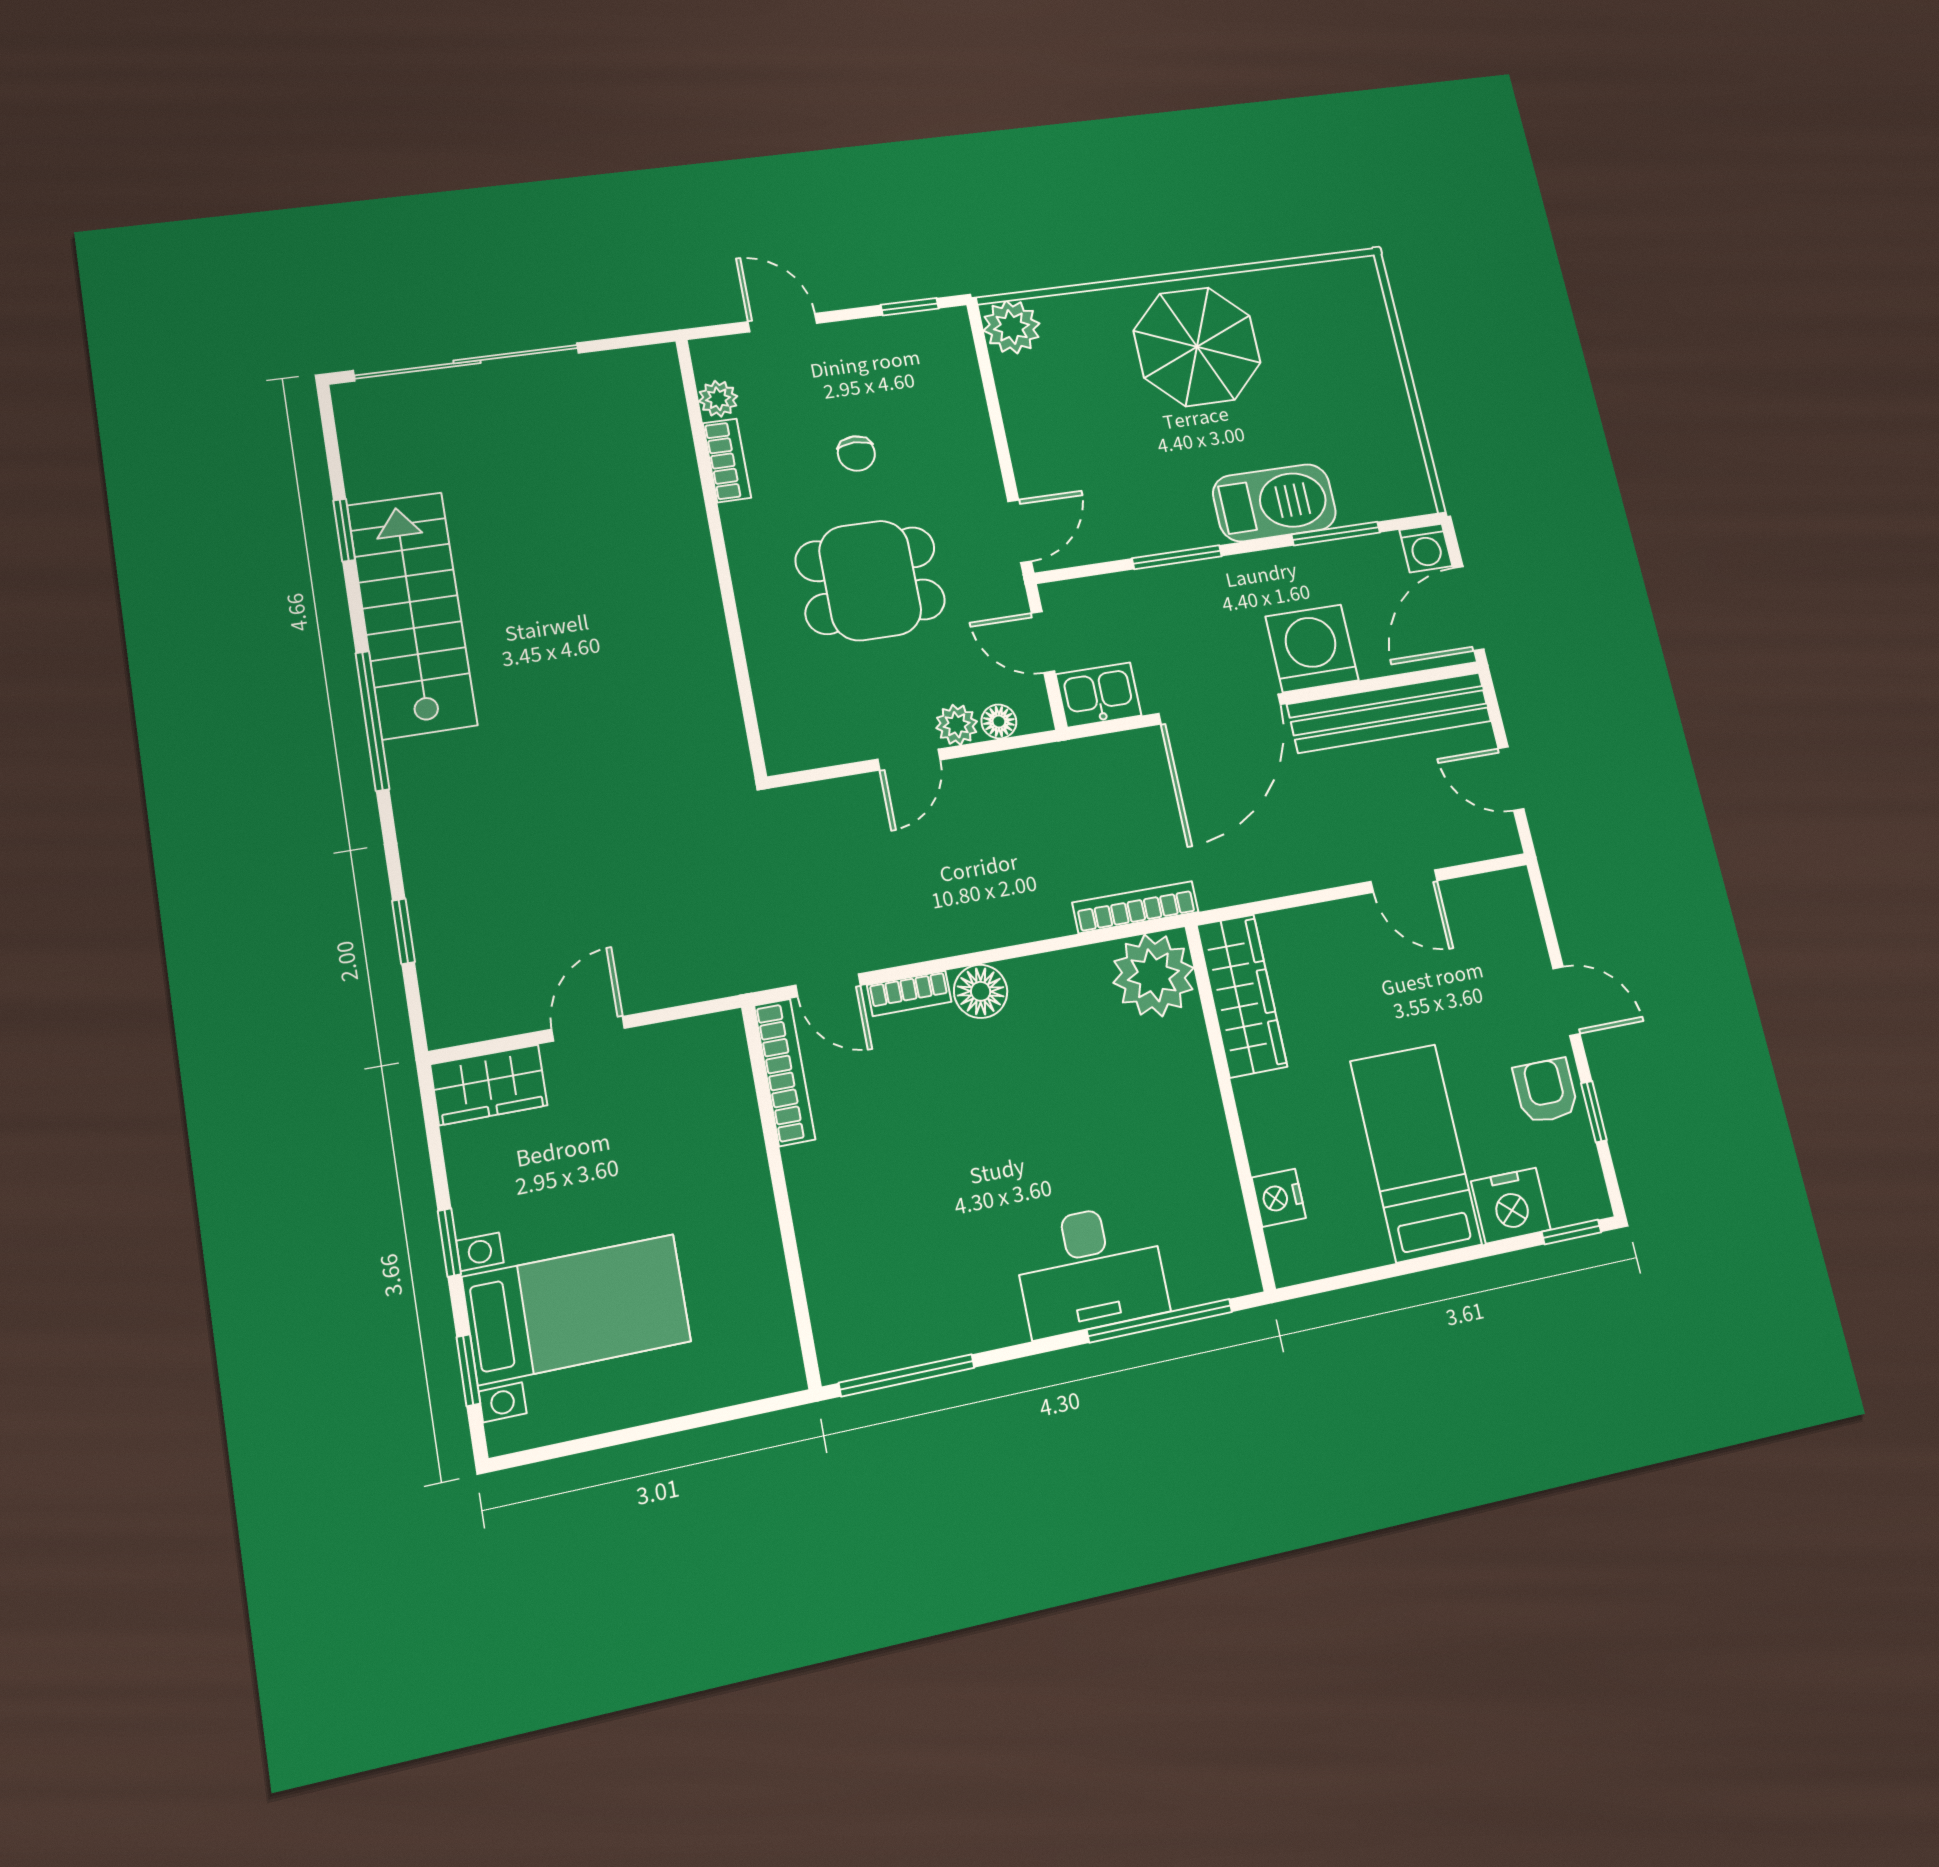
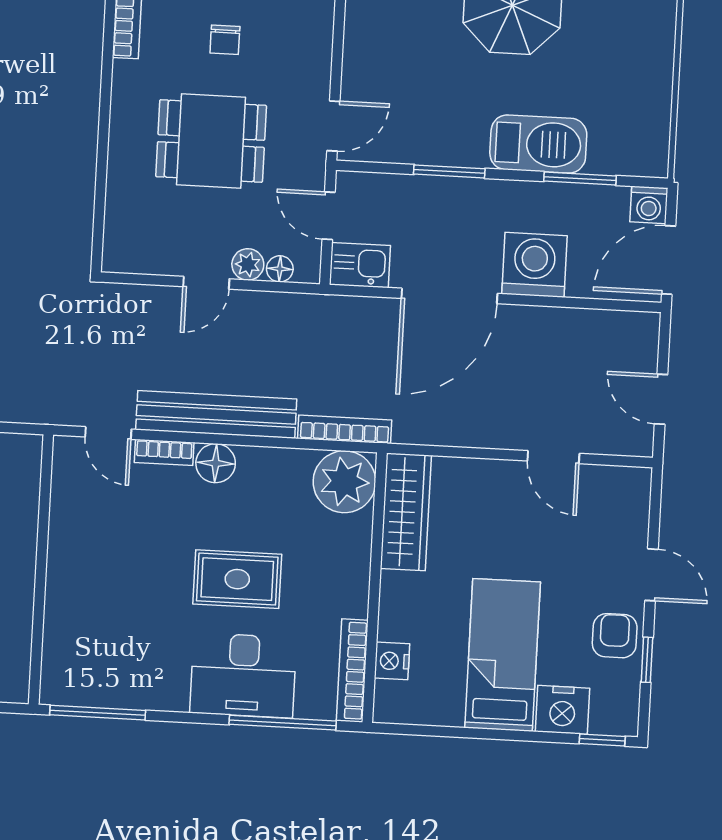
bench: (1389, 713) -> (216, 414), moved
bookcase: (785, 1072) -> (352, 671), moved, turned 180
rug: (1049, 1140) -> (237, 579), added

